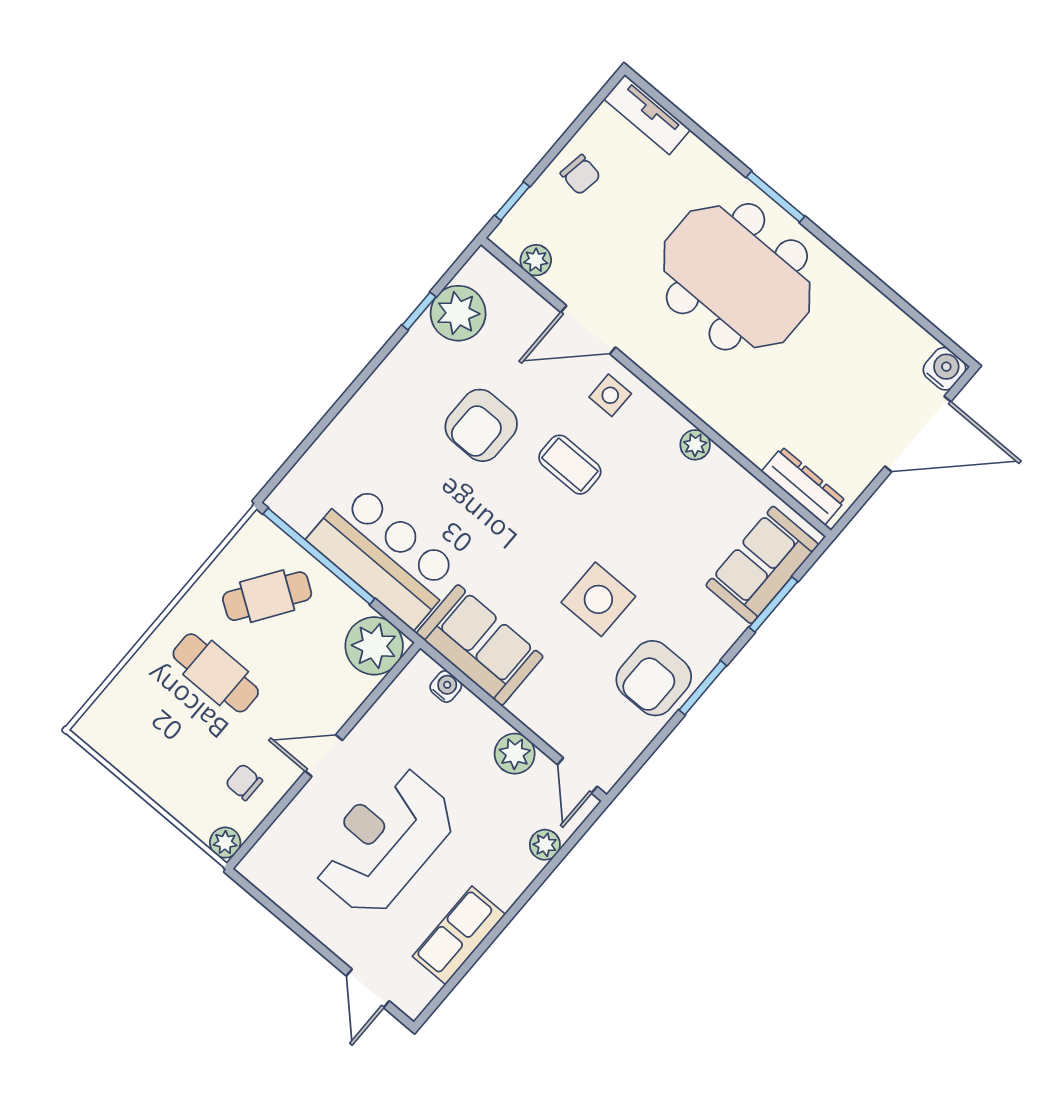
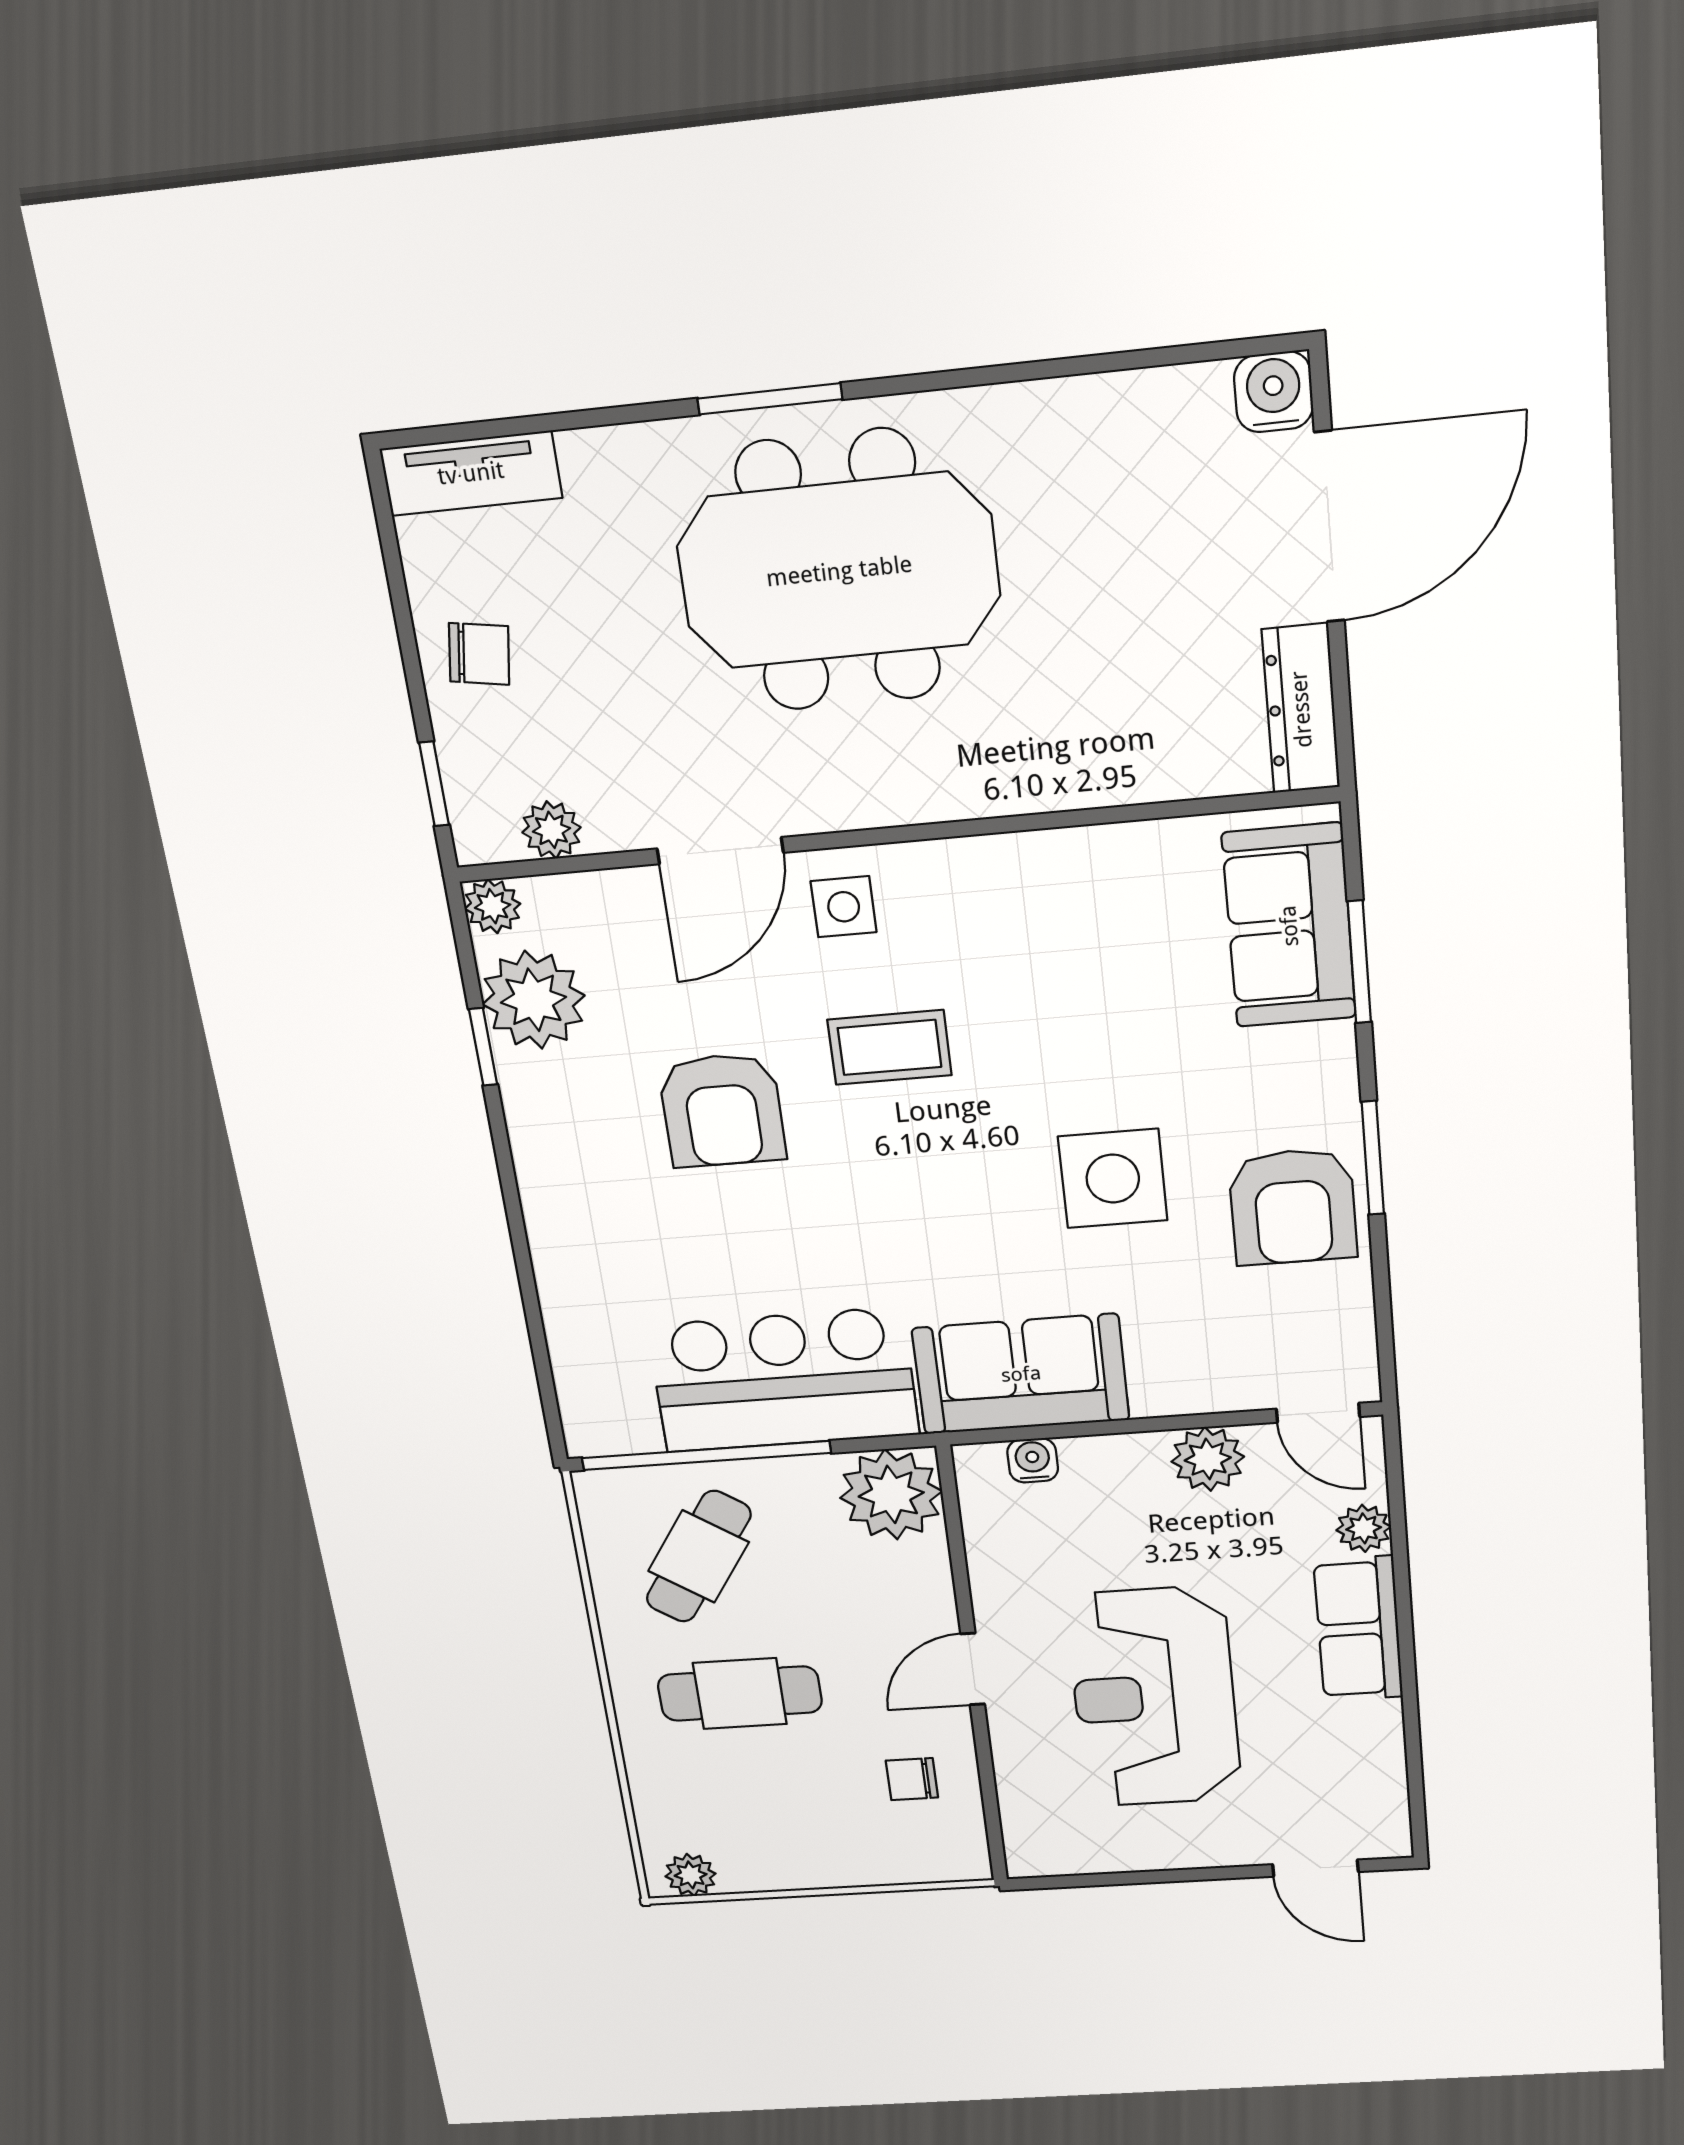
plant: (695, 445) -> (492, 906), moved
dresser: (803, 486) -> (1301, 709), moved, turned -90
plant: (225, 843) -> (691, 1875), moved
row of seats: (459, 935) -> (1358, 1629), moved

